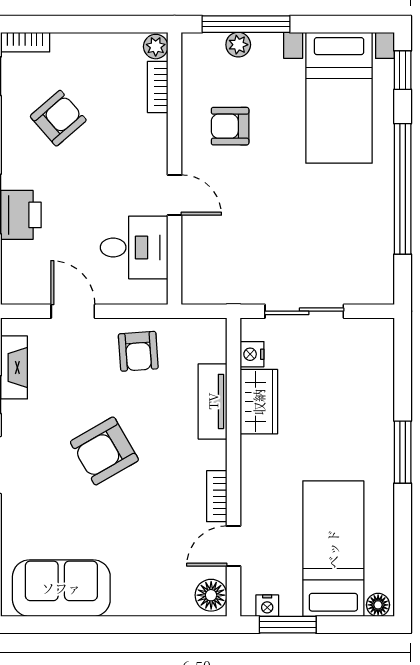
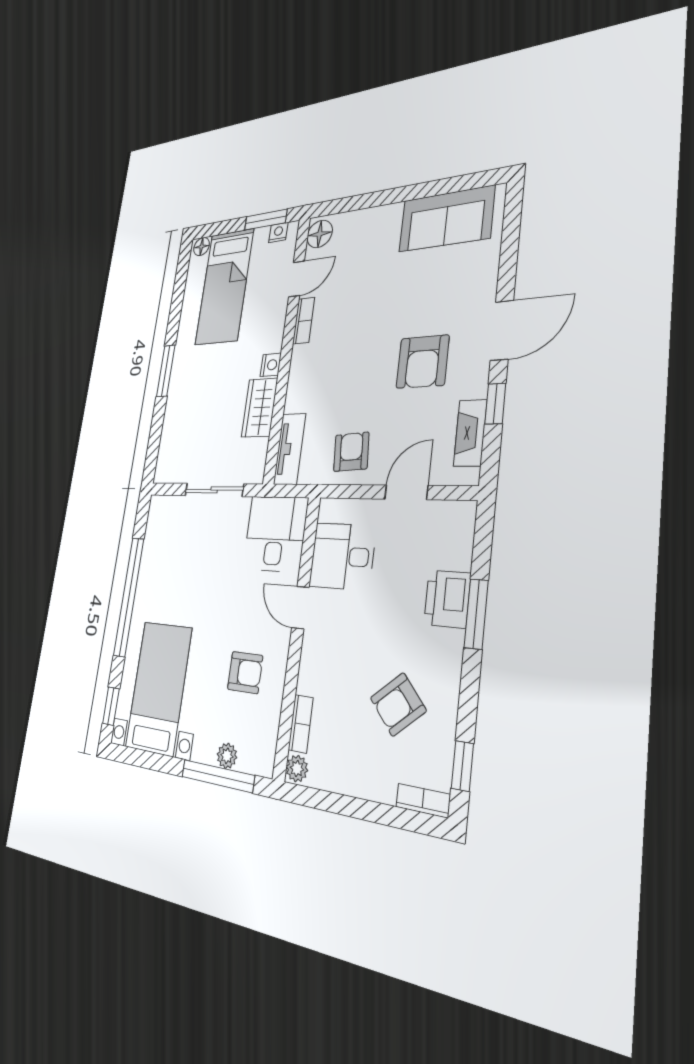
desk: (216, 267) -> (275, 534), added
door: (73, 311) -> (406, 492), swing flipped
nightstand: (252, 354) -> (271, 365), moved
tv unit: (213, 401) -> (290, 449), moved
armchair: (104, 451) -> (423, 362), moved, turned 120

